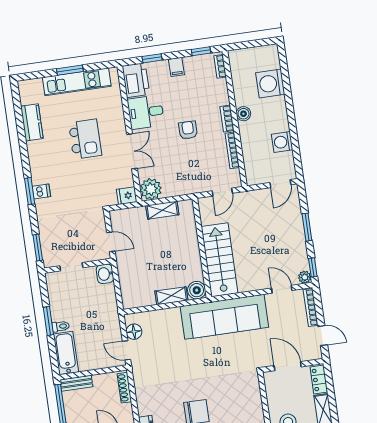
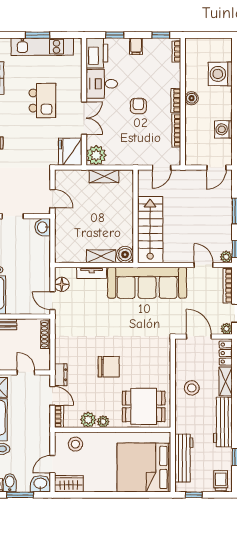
fridge: (127, 196) -> (70, 152), width x1.88, depth x1.34
tv unit: (164, 315) -> (92, 273), added
plant: (316, 354) -> (226, 329), added

